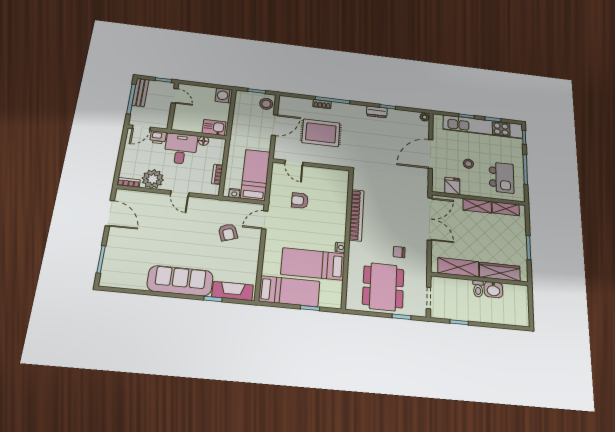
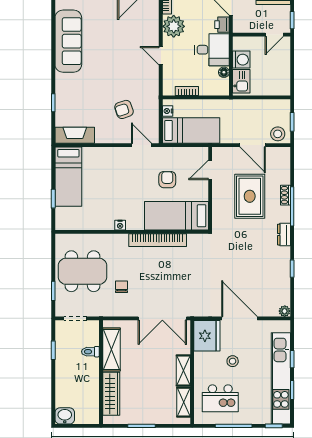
washing machine: (224, 95) -> (241, 60), moved, turned 90
dresser: (377, 112) -> (284, 235), moved
fridge: (452, 186) -> (207, 336), width x1.88, depth x1.34
door: (180, 194) -> (161, 56), hinge flipped
bed: (313, 264) -> (176, 216), moved, turned -90
sofa: (180, 281) -> (68, 41), moved
toilet: (478, 289) -> (90, 352), moved
washbasin: (493, 290) -> (65, 416), moved, turned 90
fireplace: (233, 291) -> (75, 135), moved, turned -90

